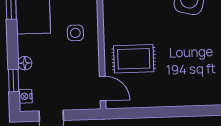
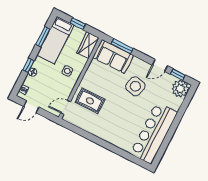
window: (14, 81) -> (28, 65), moved
door: (103, 89) -> (65, 107), swing flipped

